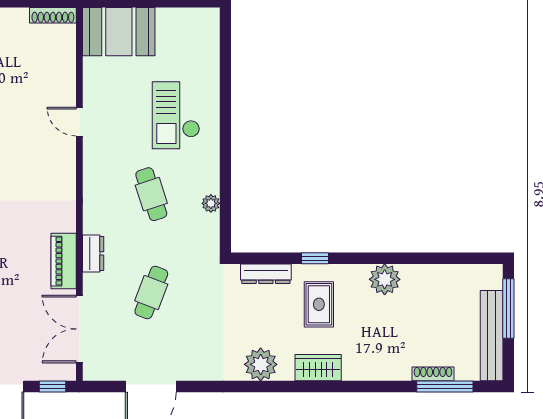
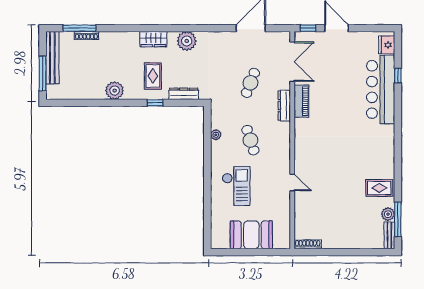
booth: (119, 32) -> (251, 235), moved
dresser: (93, 253) -> (284, 106), width x1.44

